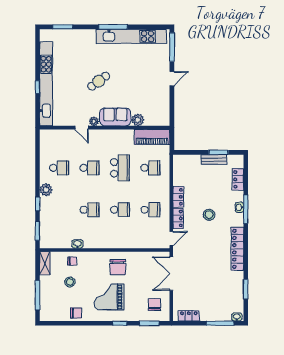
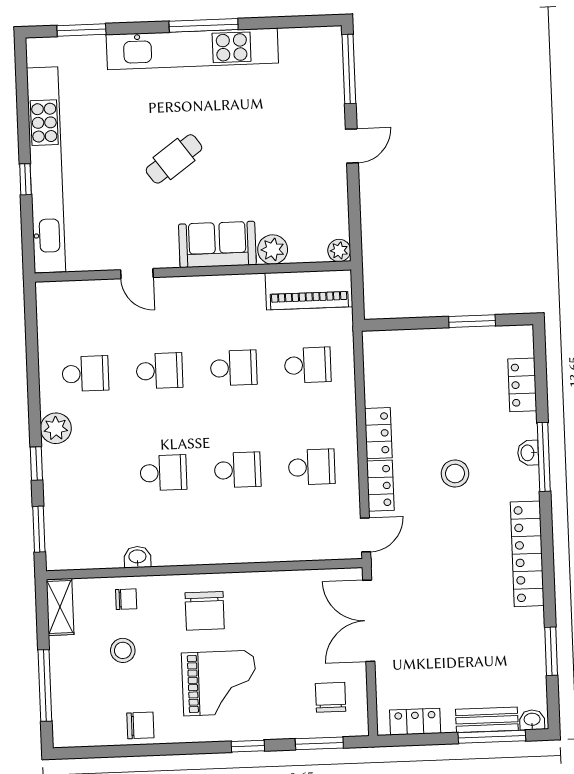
kitchen unit: (131, 36) -> (192, 49), moved
plant: (94, 121) -> (339, 251), moved
bench: (214, 159) -> (487, 720), moved
school desk: (120, 168) -> (234, 368), width x0.54
chair: (118, 267) -> (205, 611), moved
grand piano: (109, 297) -> (219, 683), turned 180

